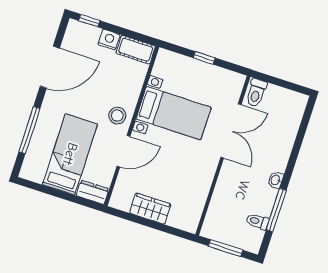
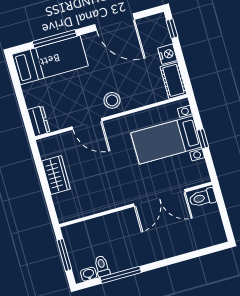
bed with nightstands: (174, 113) -> (166, 140), moved, turned 90
bed: (70, 154) -> (50, 60), moved
washbasin: (276, 180) -> (89, 274), moved

